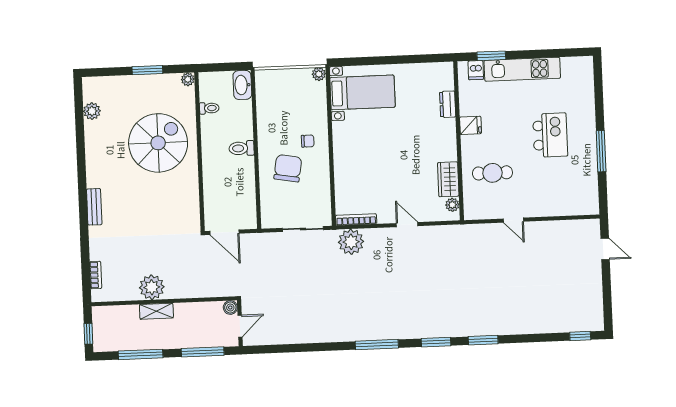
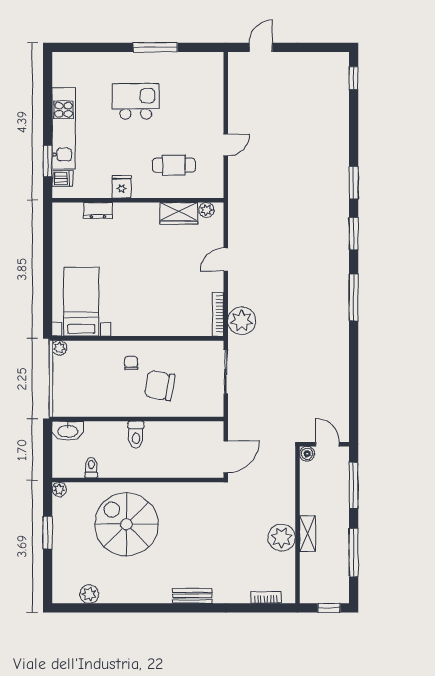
cafe table: (492, 173) -> (174, 165), turned 90

